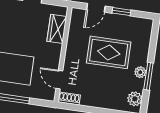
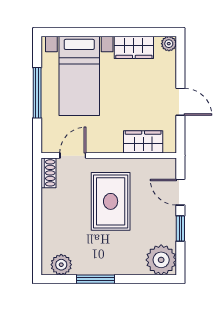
rug: (109, 52) -> (111, 201), moved
plant: (140, 72) -> (161, 260), moved, width x1.87, depth x1.87

